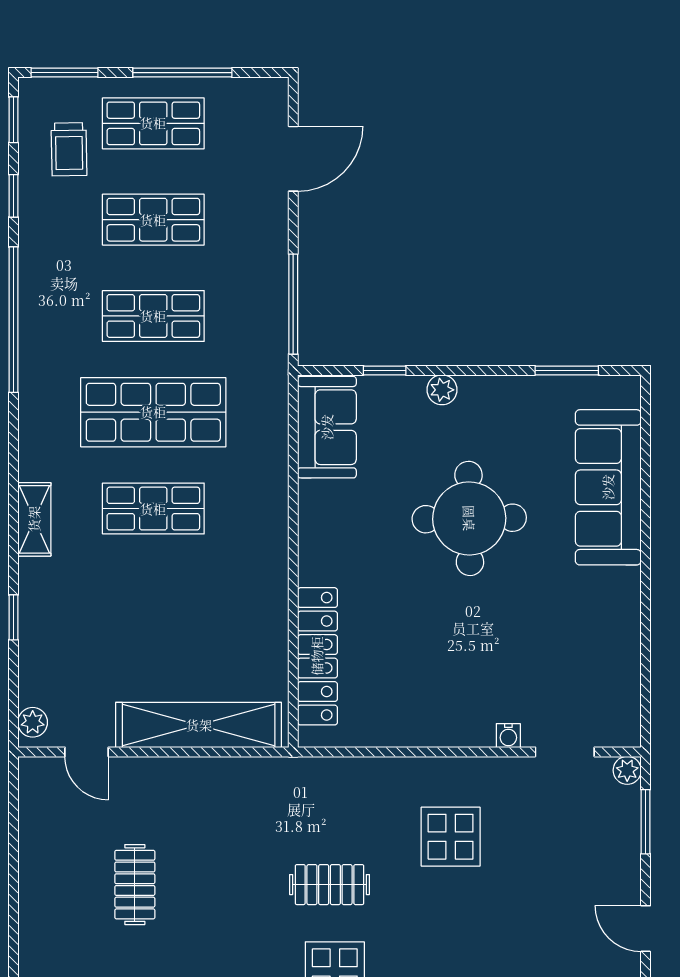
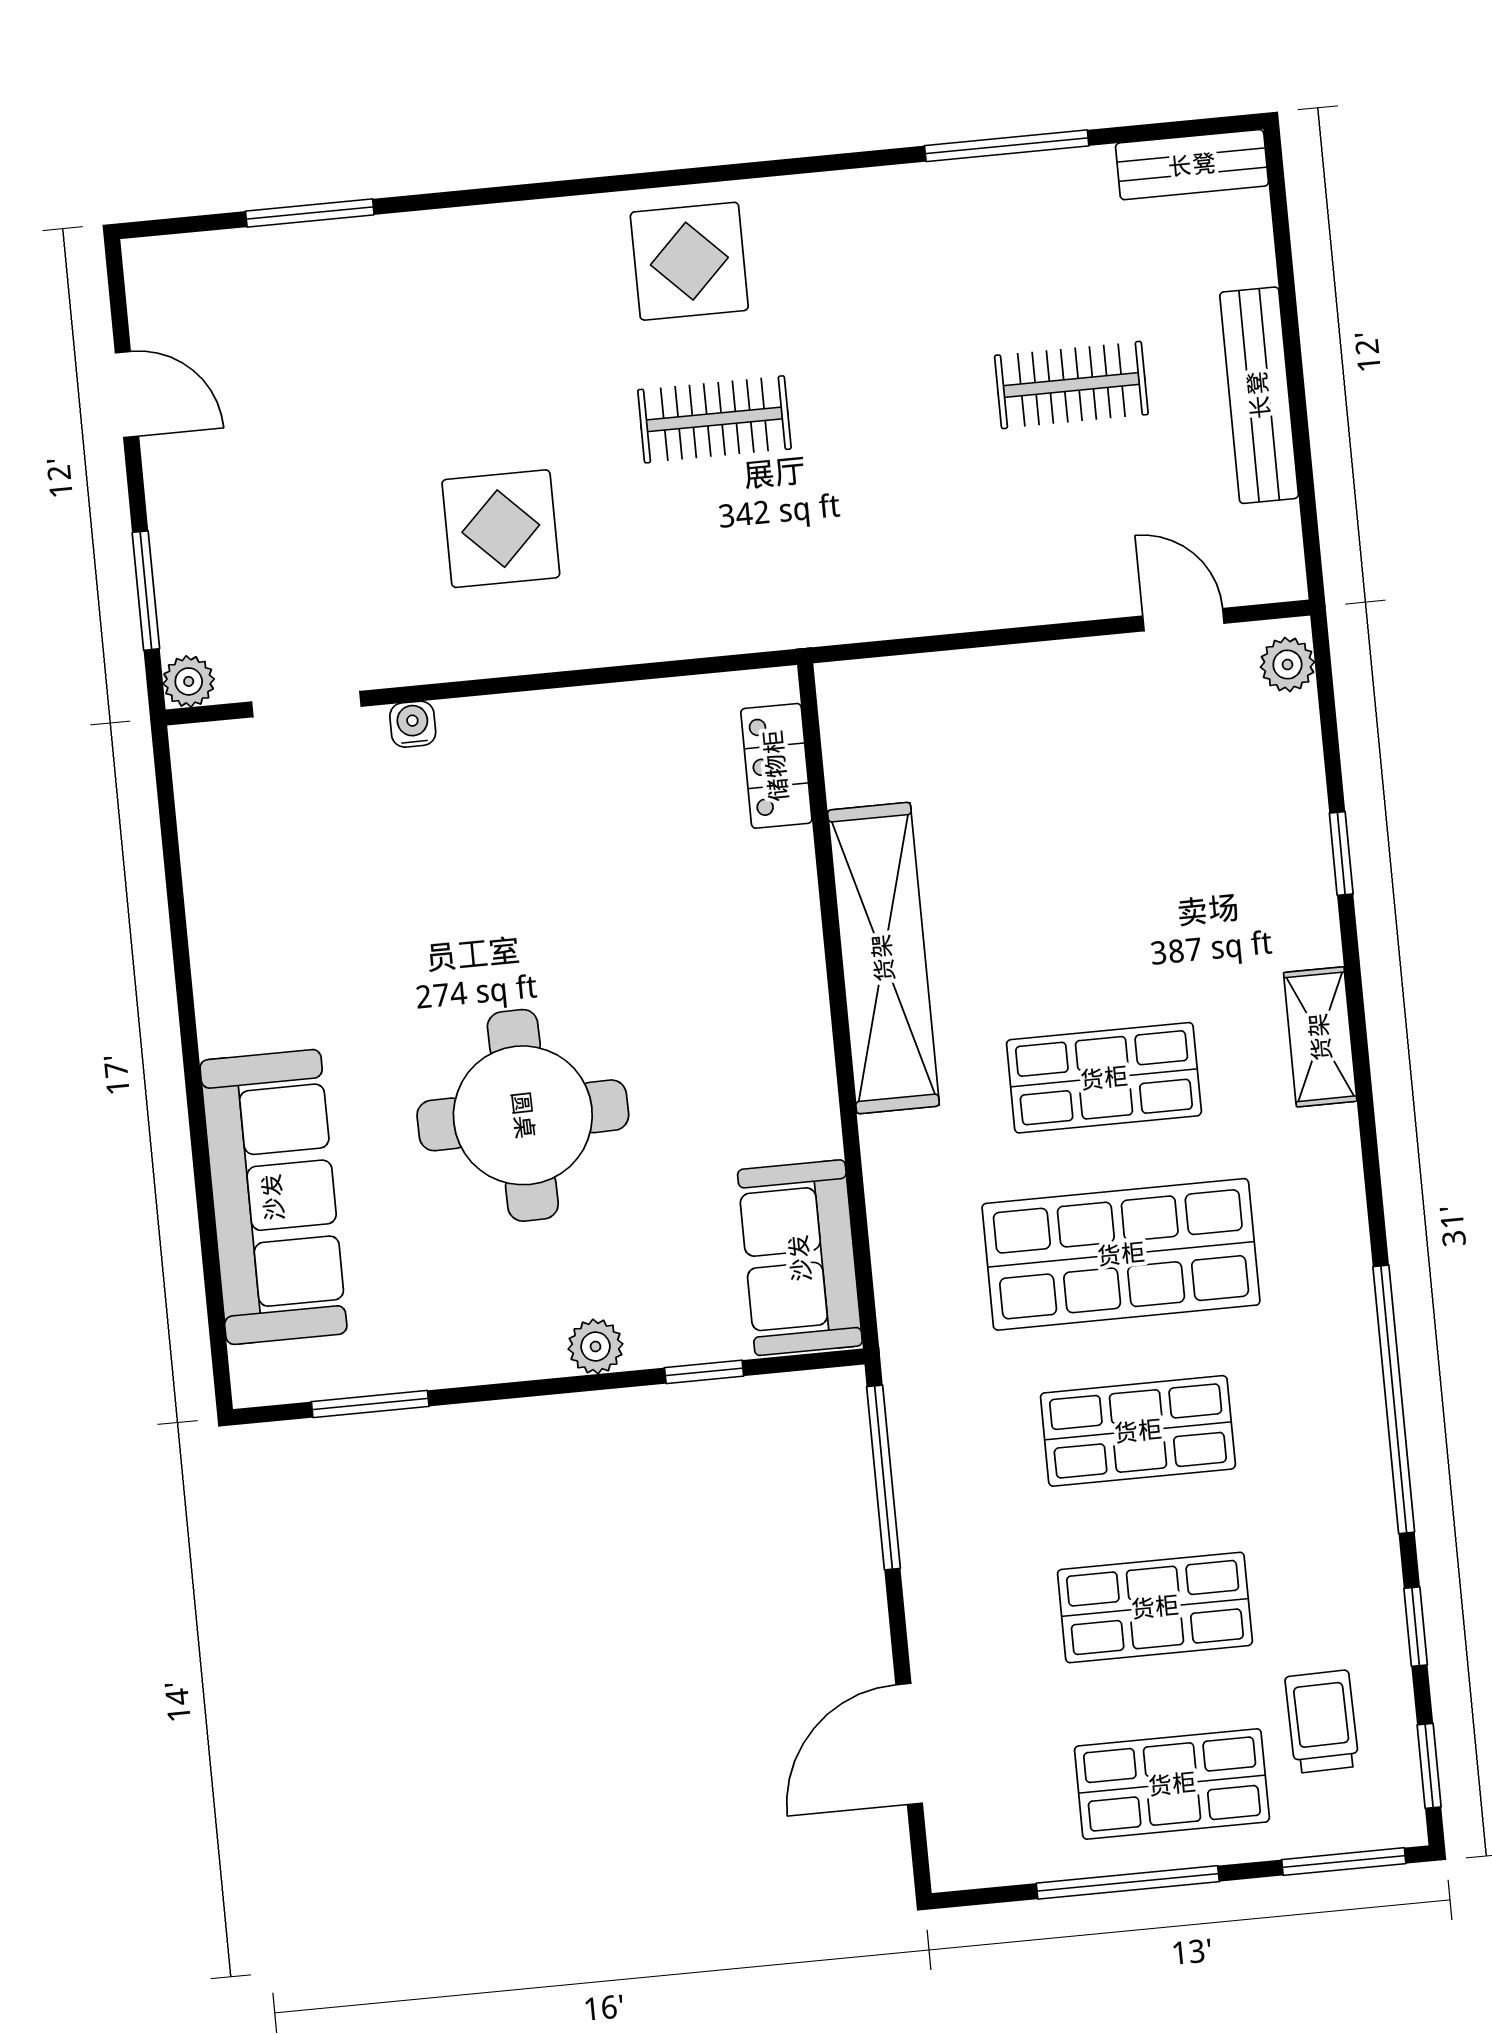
locker: (317, 656) -> (776, 766), width x0.46, depth x0.83
shelving: (199, 725) -> (883, 958), moved, turned 90
bench: (34, 869) -> (1259, 395), added
clothes rail: (135, 885) -> (1071, 385), turned 90

